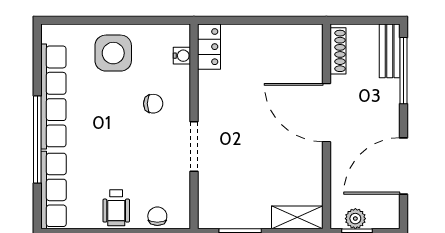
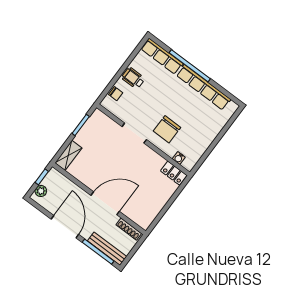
bench: (390, 51) -> (107, 249), width x1.36
side table: (113, 53) -> (203, 128), removed
chair: (153, 104) -> (167, 129), width x1.87, depth x1.87
door: (404, 166) -> (65, 227), moved
plant: (355, 219) -> (41, 191), moved

